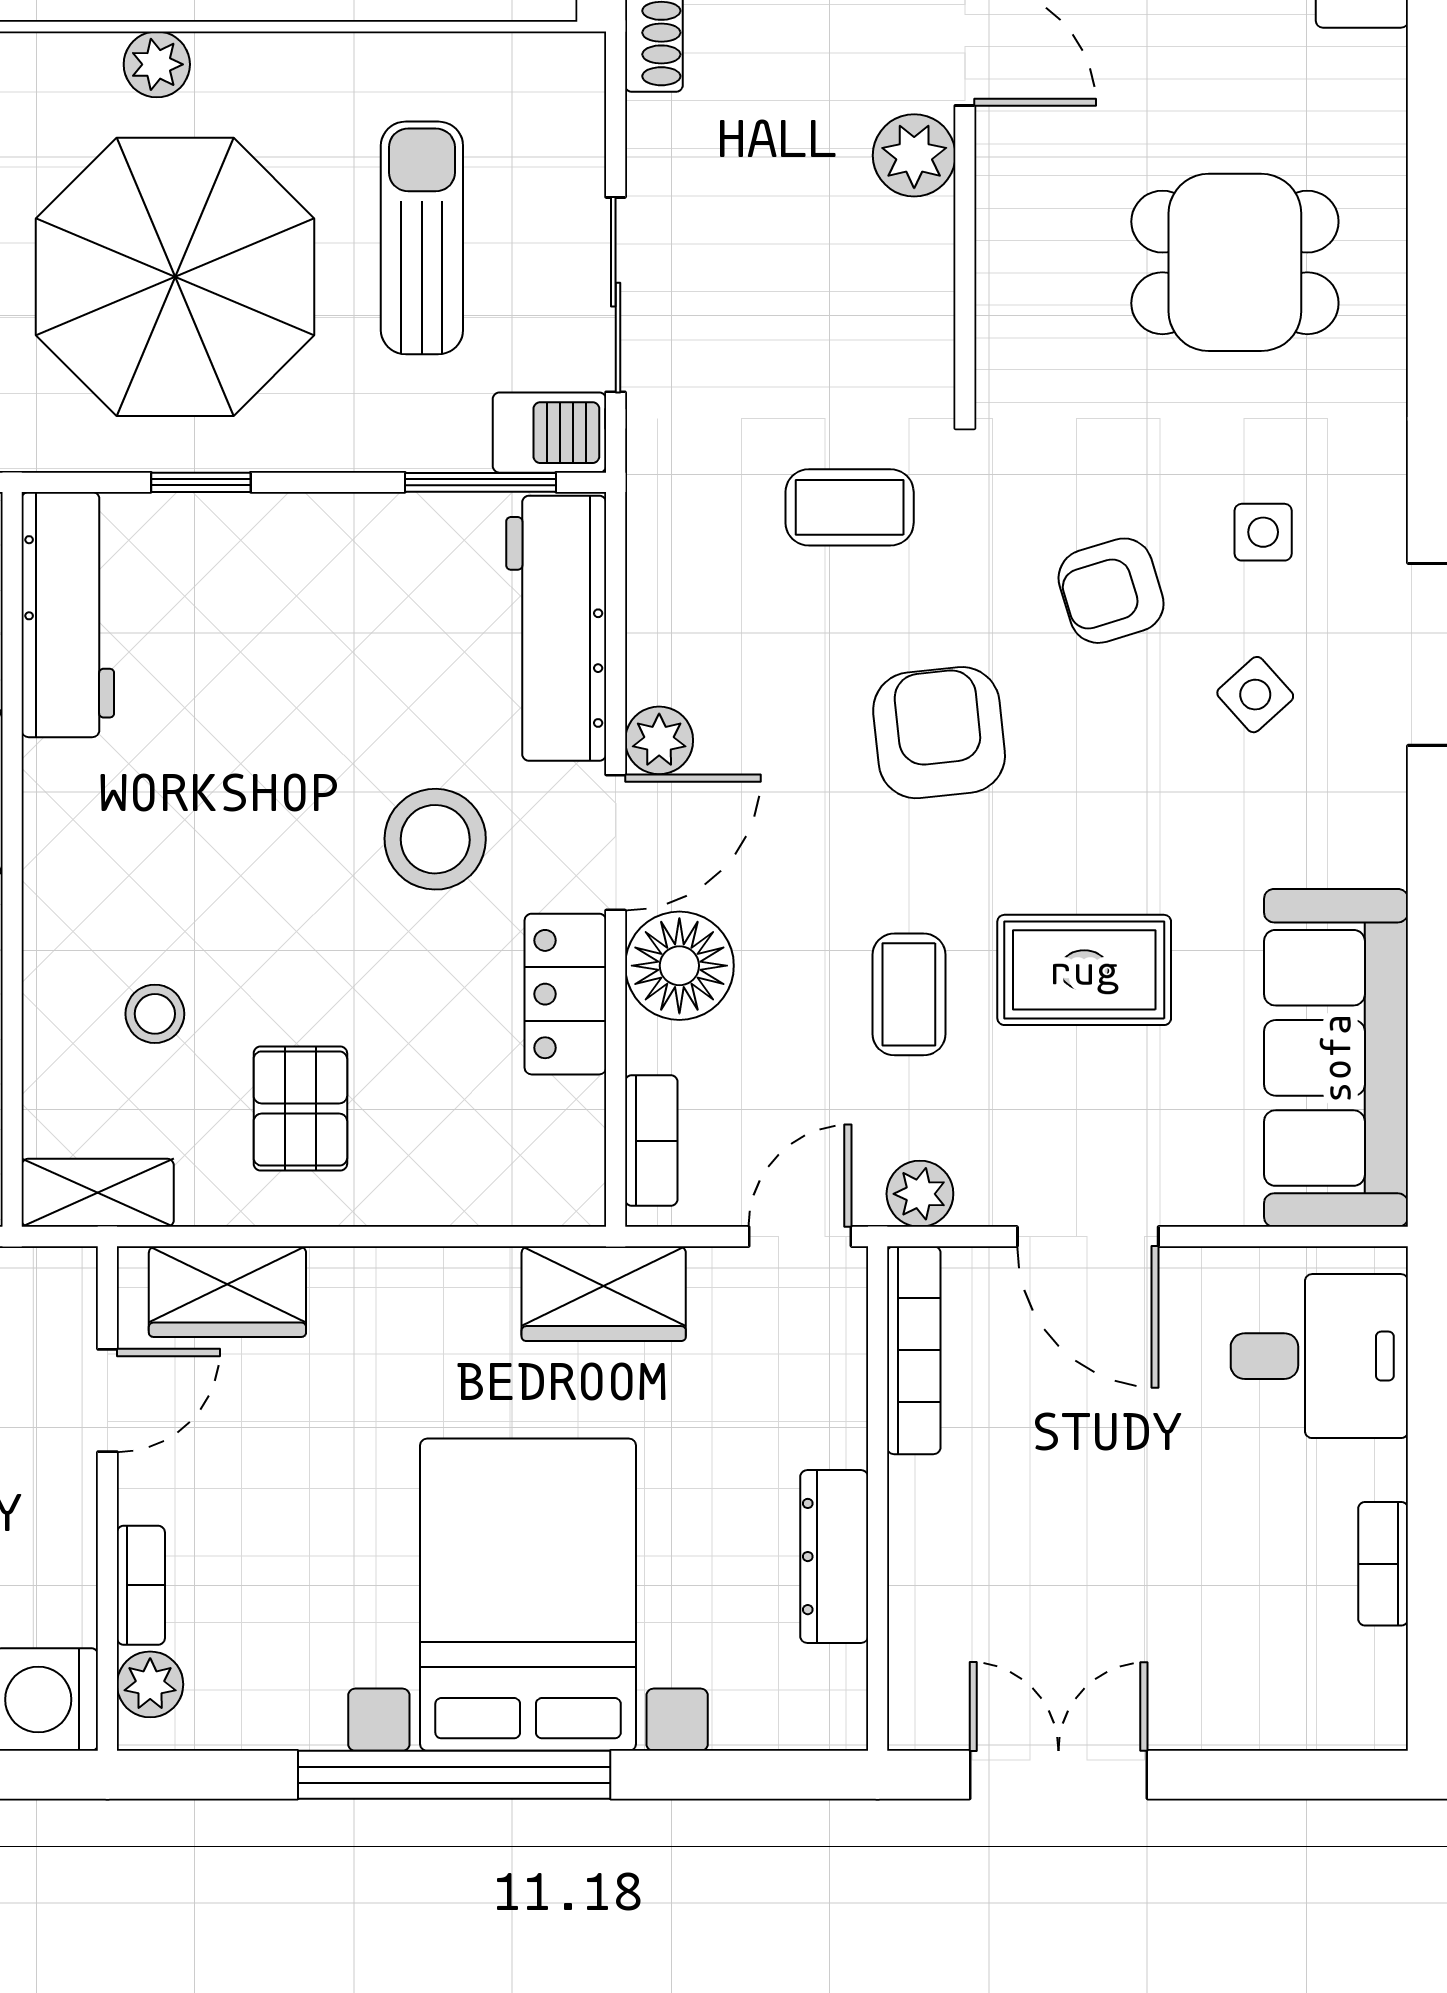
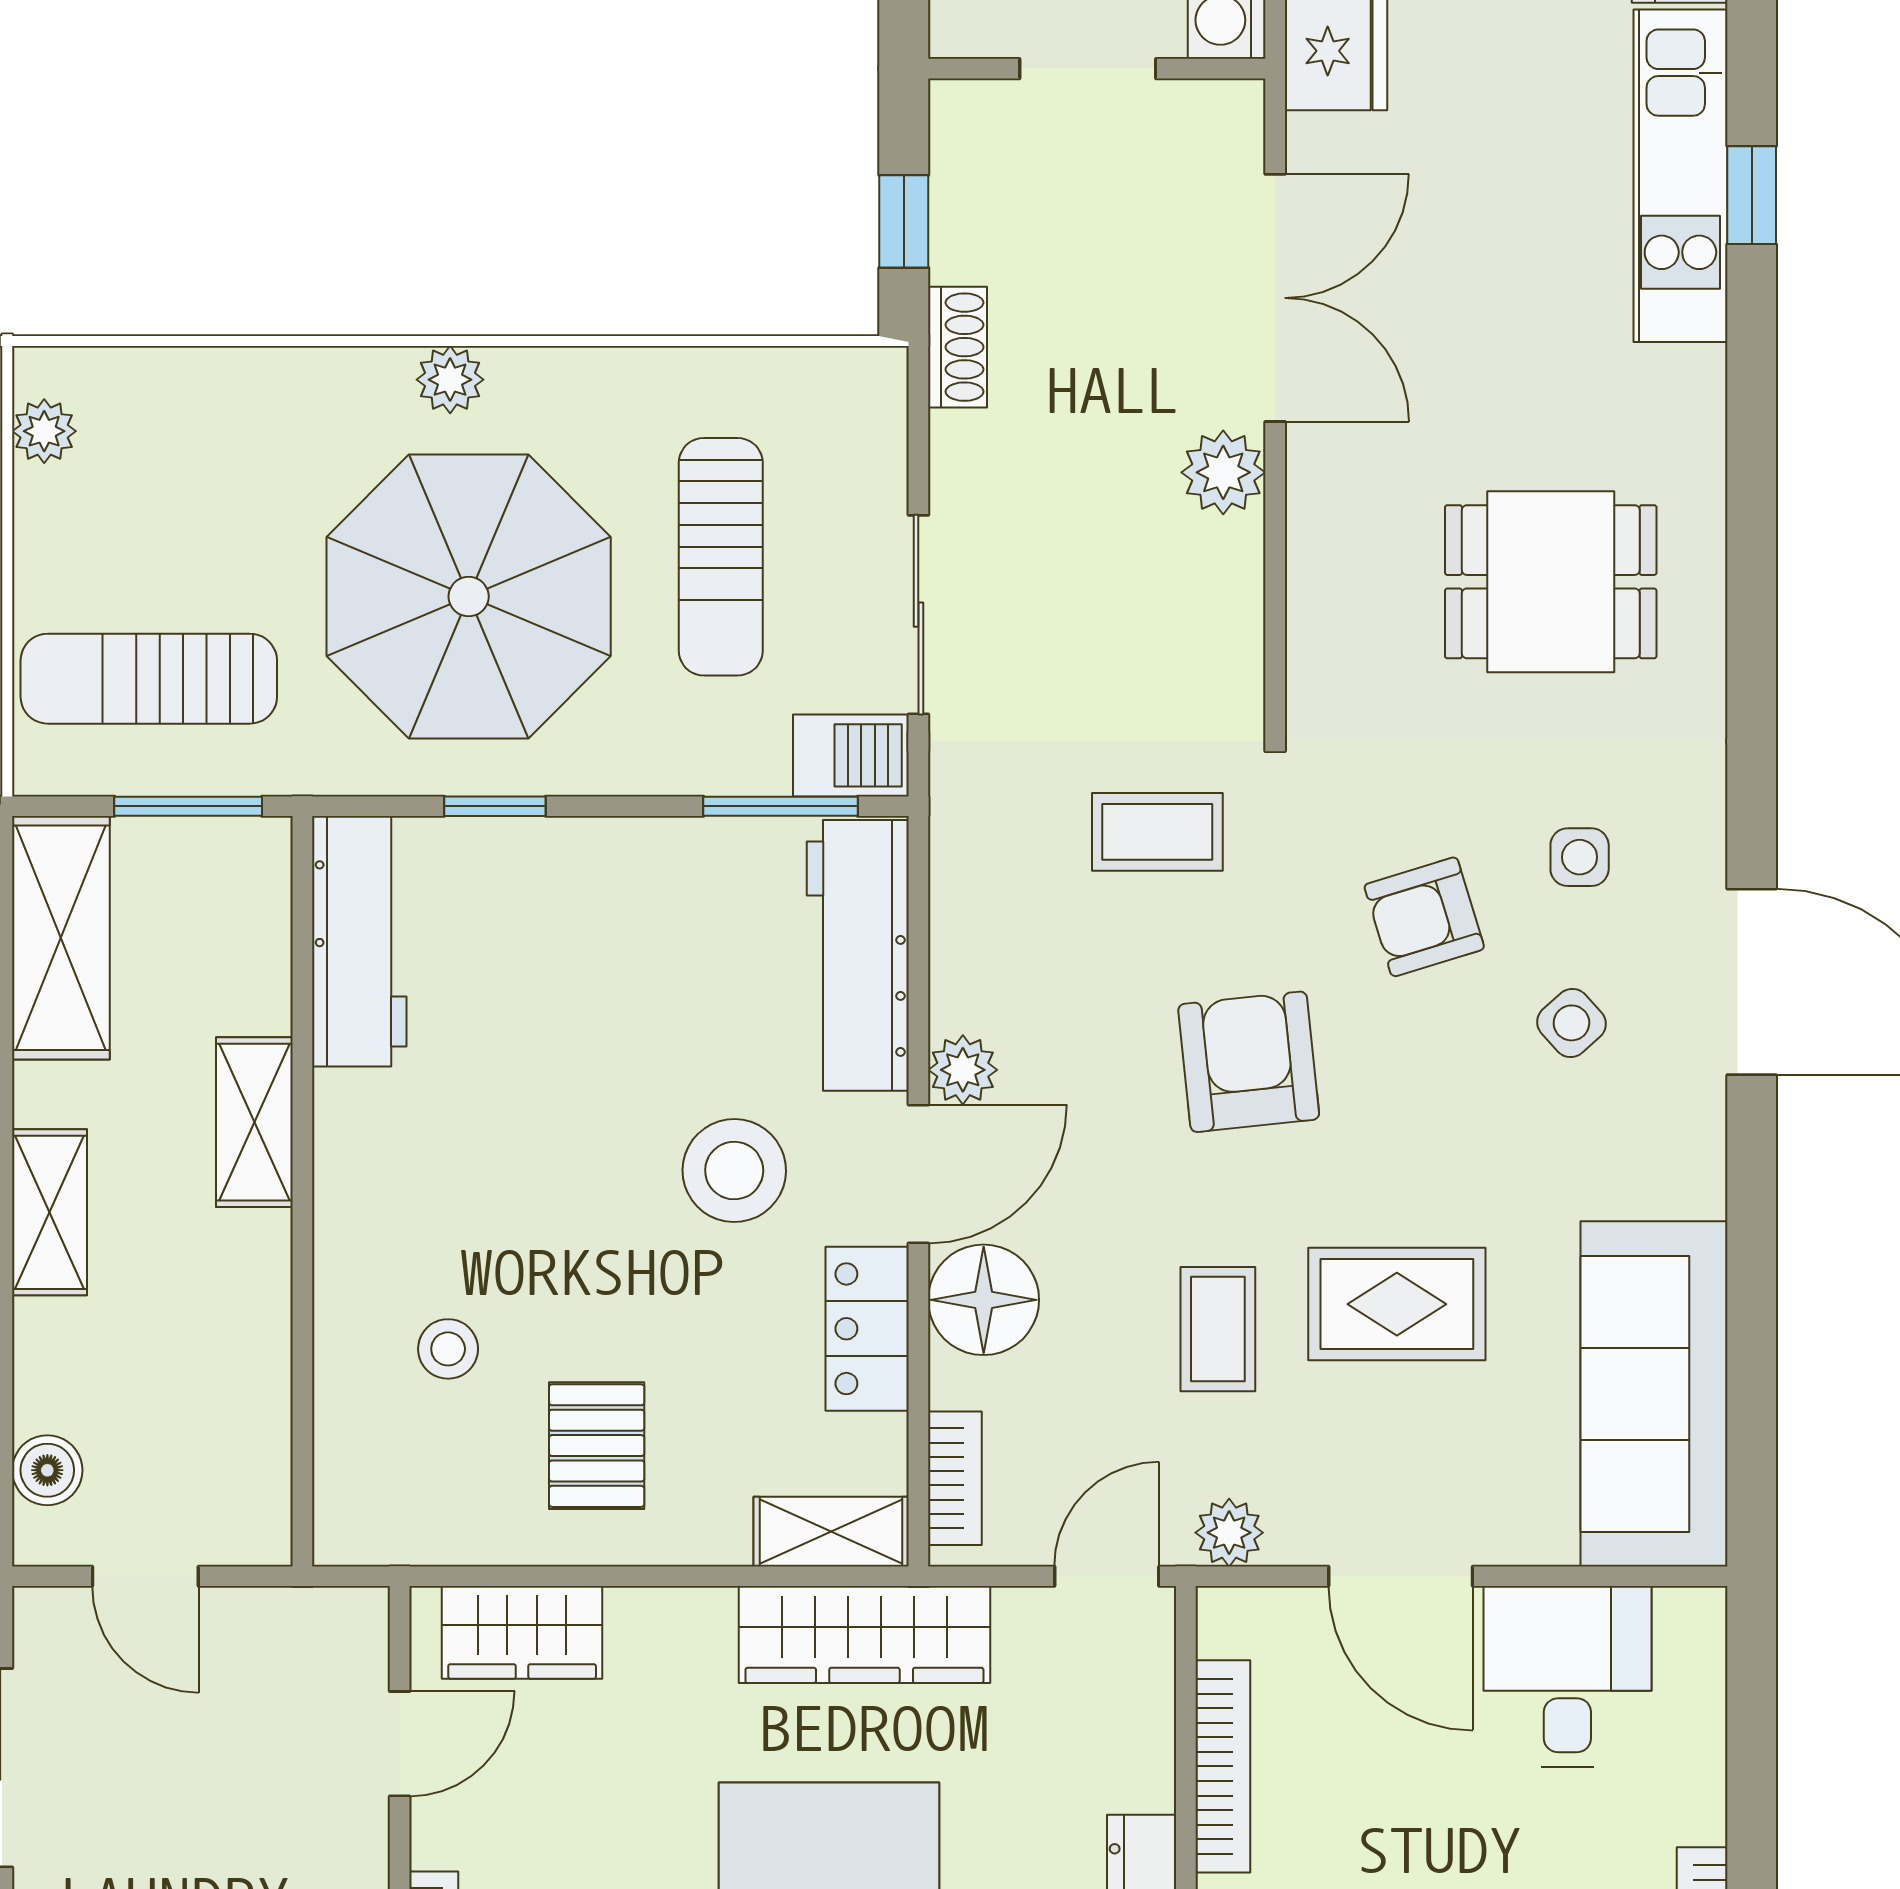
sun lounger: (422, 238) -> (721, 557), turned 180
shelving: (98, 1193) -> (831, 1532), moved
wardrobe: (604, 1294) -> (864, 1635), width x1.50
bookcase: (914, 1350) -> (1223, 1766), moved
desk: (1319, 1356) -> (1567, 1676), moved, turned -90

